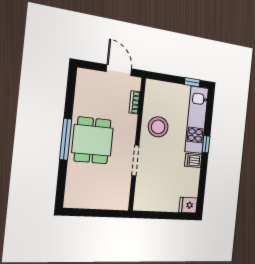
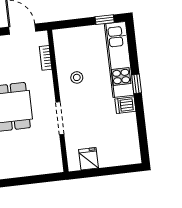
stool: (158, 127) -> (77, 77), width x0.53, depth x0.53
fridge: (188, 205) -> (88, 159), moved, turned 90

